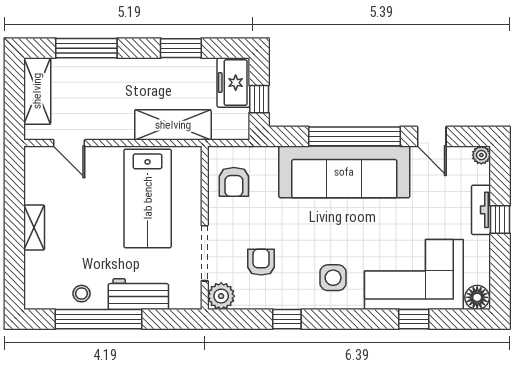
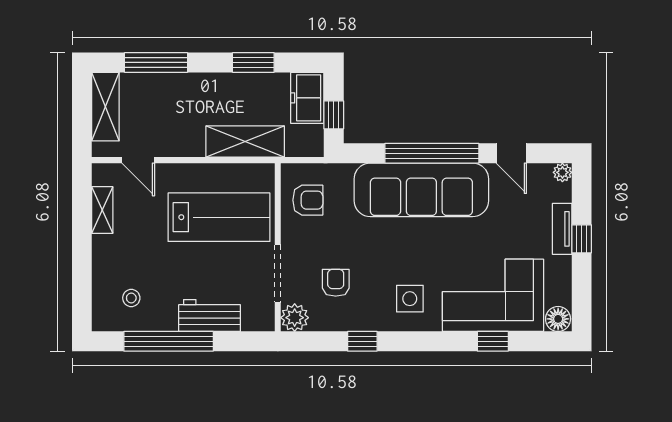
armchair: (234, 182) -> (308, 200), turned -90
lab bench: (148, 198) -> (219, 217), turned -90
shelving: (34, 227) -> (102, 210), moved
stool: (82, 294) -> (131, 298), moved

